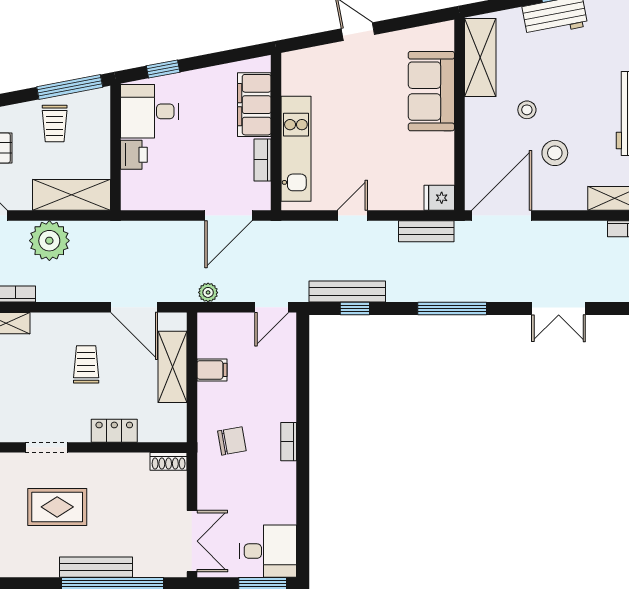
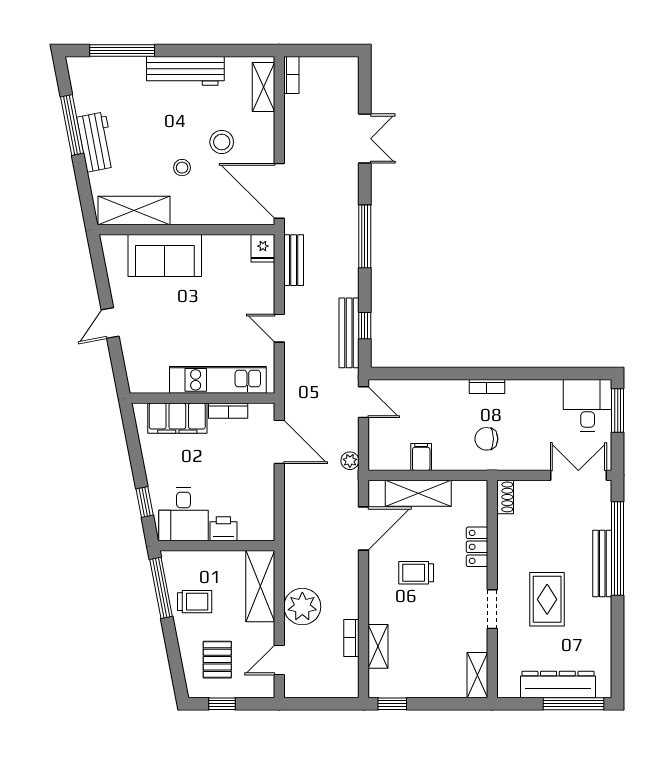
chair: (232, 441) -> (486, 439), turned -80

